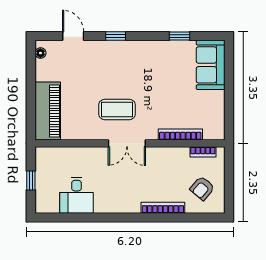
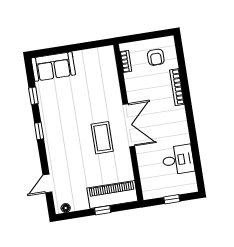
window: (116, 36) -> (39, 131), moved
window: (31, 96) -> (103, 210), added
bookcase: (180, 134) -> (114, 82), removed
double door: (127, 143) -> (129, 125), width x1.37
armchair: (202, 188) -> (156, 57), turned 50

